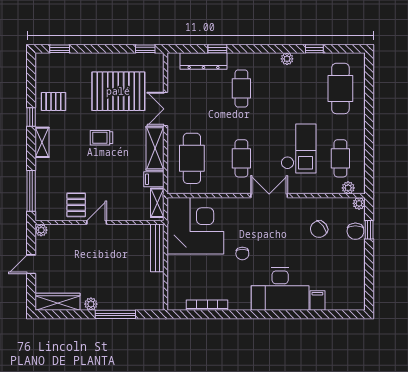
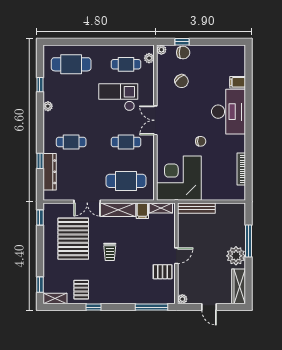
shelving: (42, 142) -> (55, 299), moved
door: (97, 222) -> (176, 256), swing flipped
plant: (91, 304) -> (236, 256), width x1.87, depth x1.87

